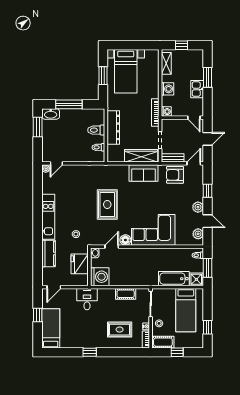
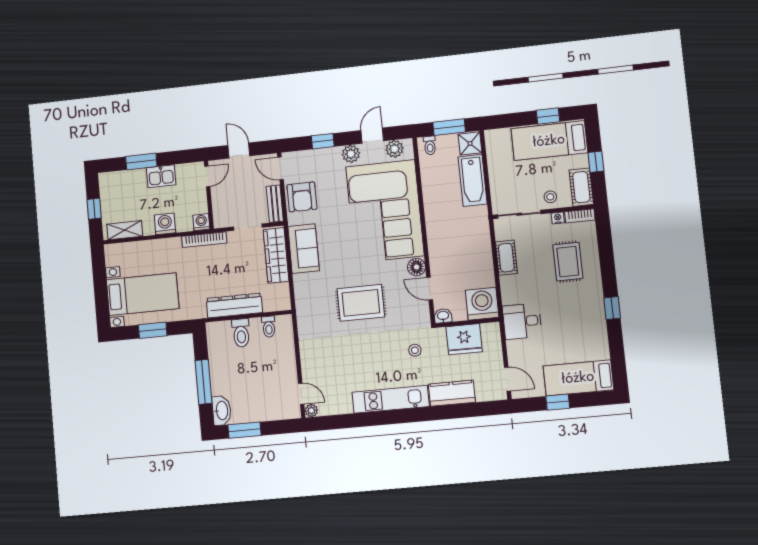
corner sofa: (153, 230) -> (385, 211), width x1.36, depth x1.36
bed: (186, 310) -> (549, 141), moved, turned 180

